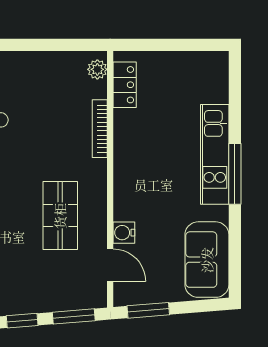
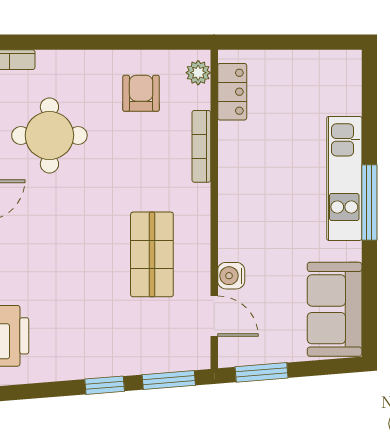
armchair: (51, 86) -> (141, 93), added

